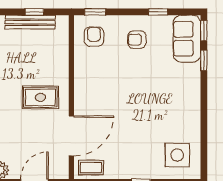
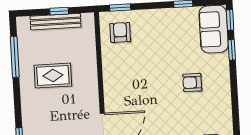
armchair: (137, 40) -> (192, 82), moved
rug: (40, 97) -> (53, 76), moved

